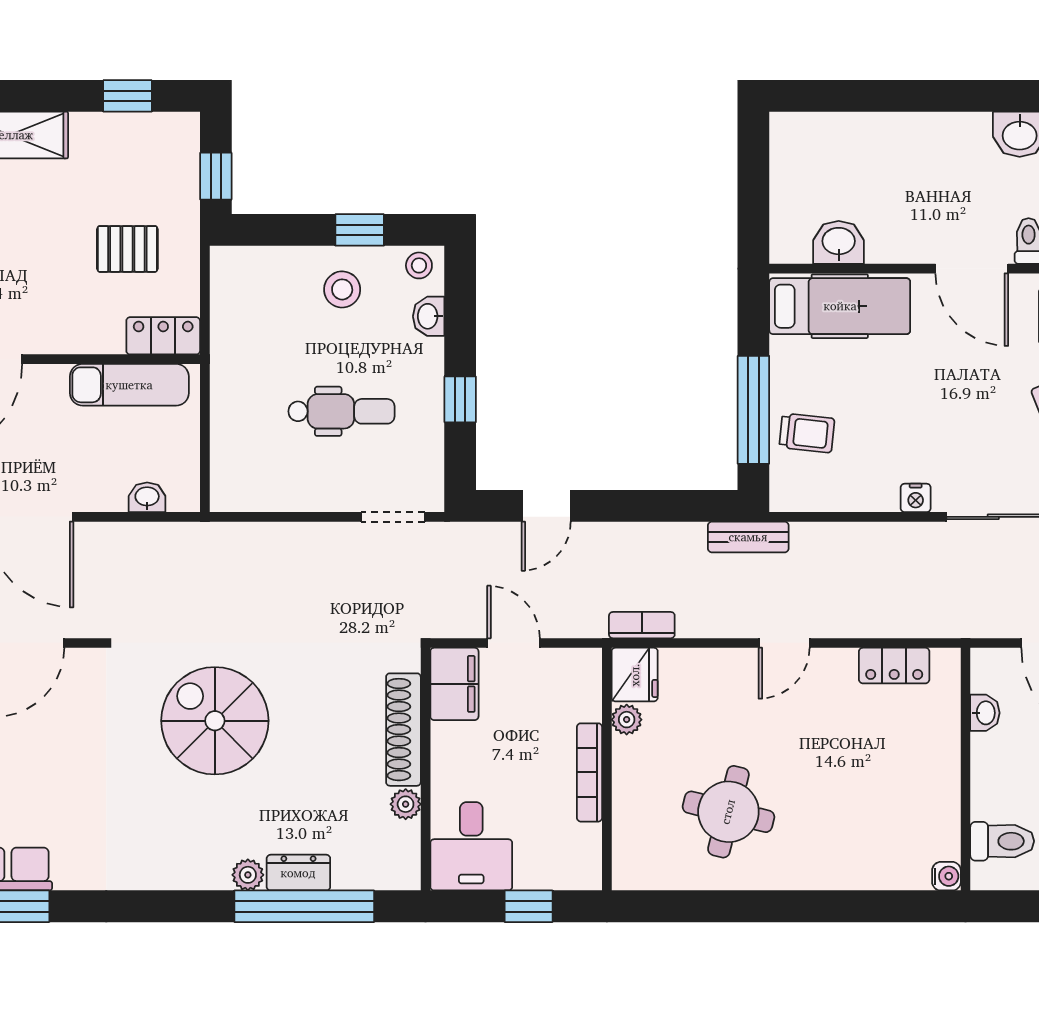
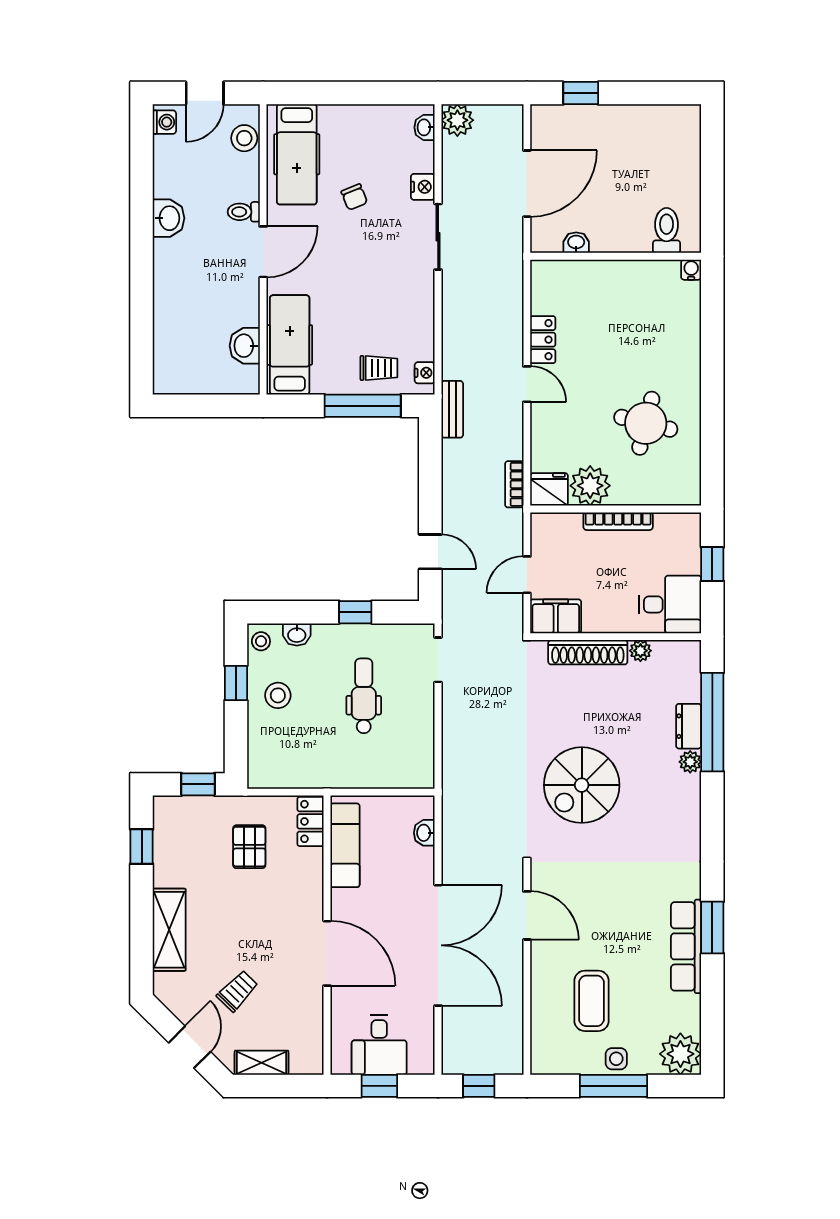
trolley: (807, 433) -> (379, 368), turned 84
nightstand: (916, 498) -> (425, 373), moved
locker: (894, 666) -> (543, 340), moved
plant: (627, 720) -> (590, 486), width x1.88, depth x1.88

